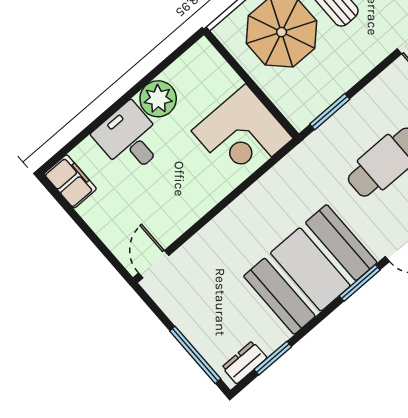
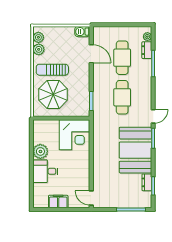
filing cabinet: (70, 181) -> (58, 202), moved
dresser: (244, 363) -> (147, 182), moved

